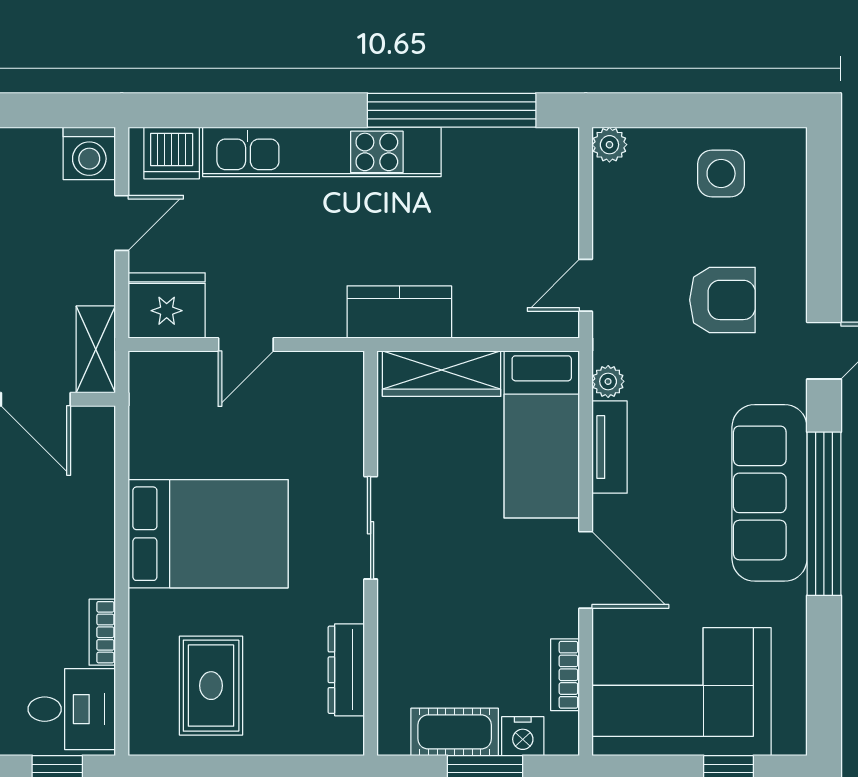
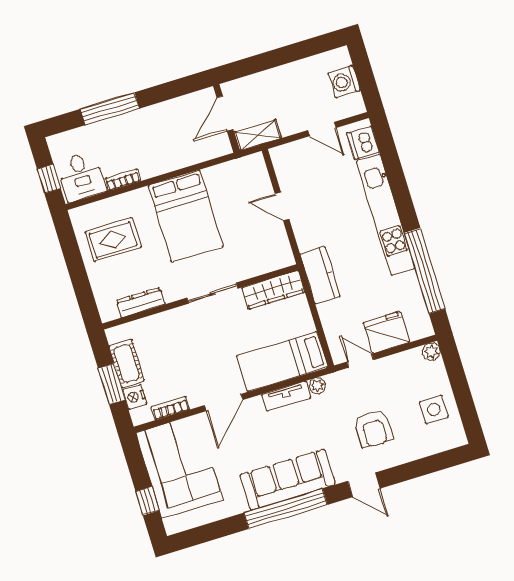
washing machine: (89, 153) -> (344, 82), moved
fridge: (167, 305) -> (386, 332), moved, turned -90
wardrobe: (442, 374) -> (273, 290), moved, turned -90

